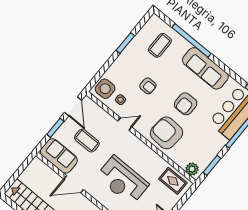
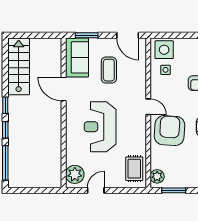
door: (73, 106) -> (128, 35), hinge flipped
door: (125, 124) -> (148, 107), moved
window: (55, 128) -> (87, 35), moved

